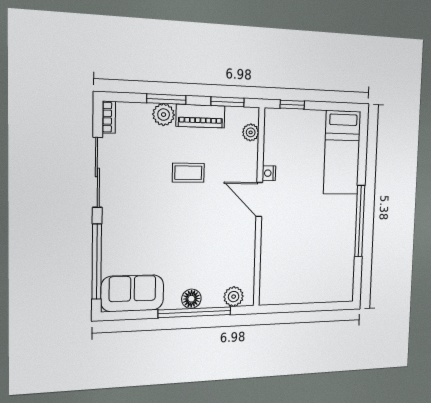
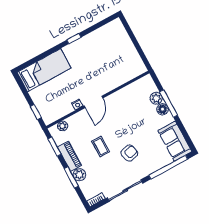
armchair: (153, 212) -> (129, 153), added
window: (360, 221) -> (74, 39), width x0.32
plant: (234, 297) -> (156, 98), moved
window: (195, 312) -> (169, 103), width x0.68

